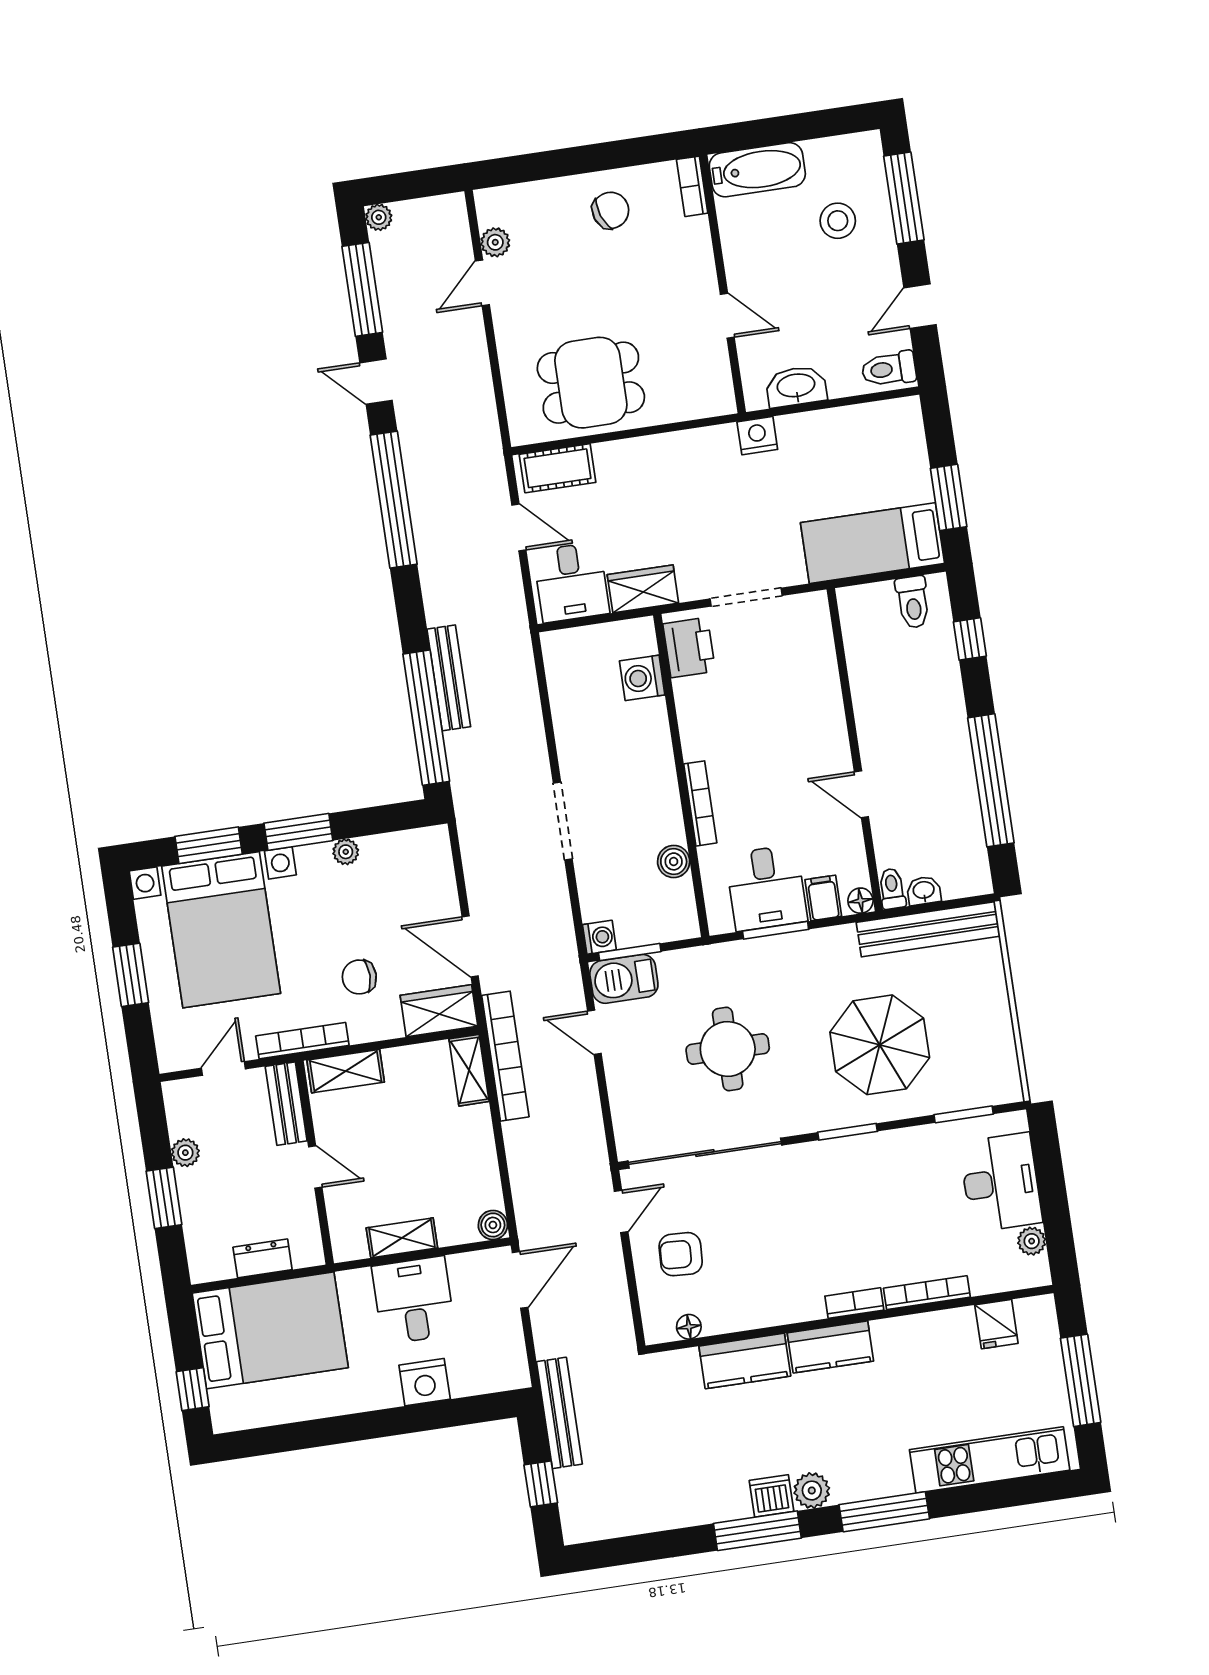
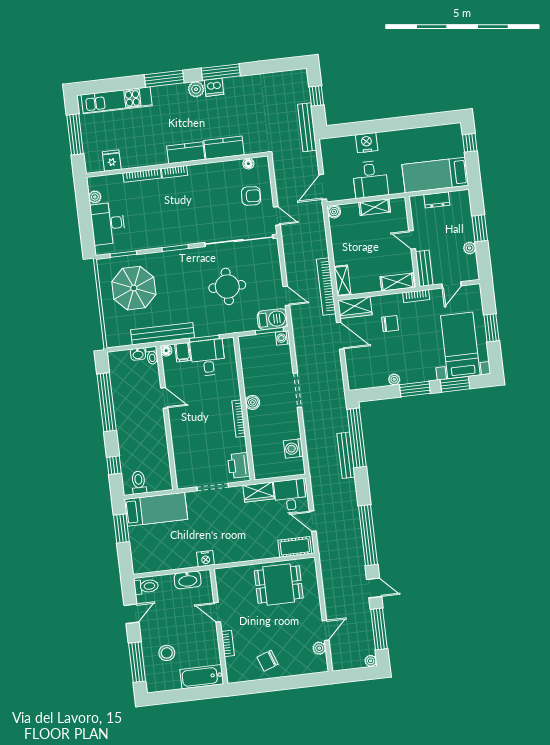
bookcase: (692, 186) -> (228, 643), moved
washing machine: (642, 678) -> (293, 448), moved, turned 180
bookcase: (700, 803) -> (239, 419), moved
boiler: (674, 861) -> (252, 402), moved
bench: (928, 929) -> (162, 334), moved
bed with nightstands: (221, 930) -> (460, 345), width x0.73
bookcase: (302, 1041) -> (416, 296), width x0.64
parasol: (880, 1045) -> (134, 288), moved
door: (621, 1211) -> (277, 216), swing flipped
bed: (270, 1330) -> (435, 175), width x0.67

